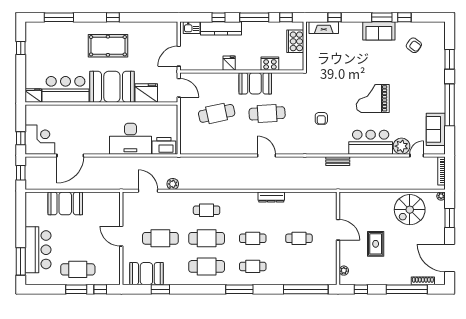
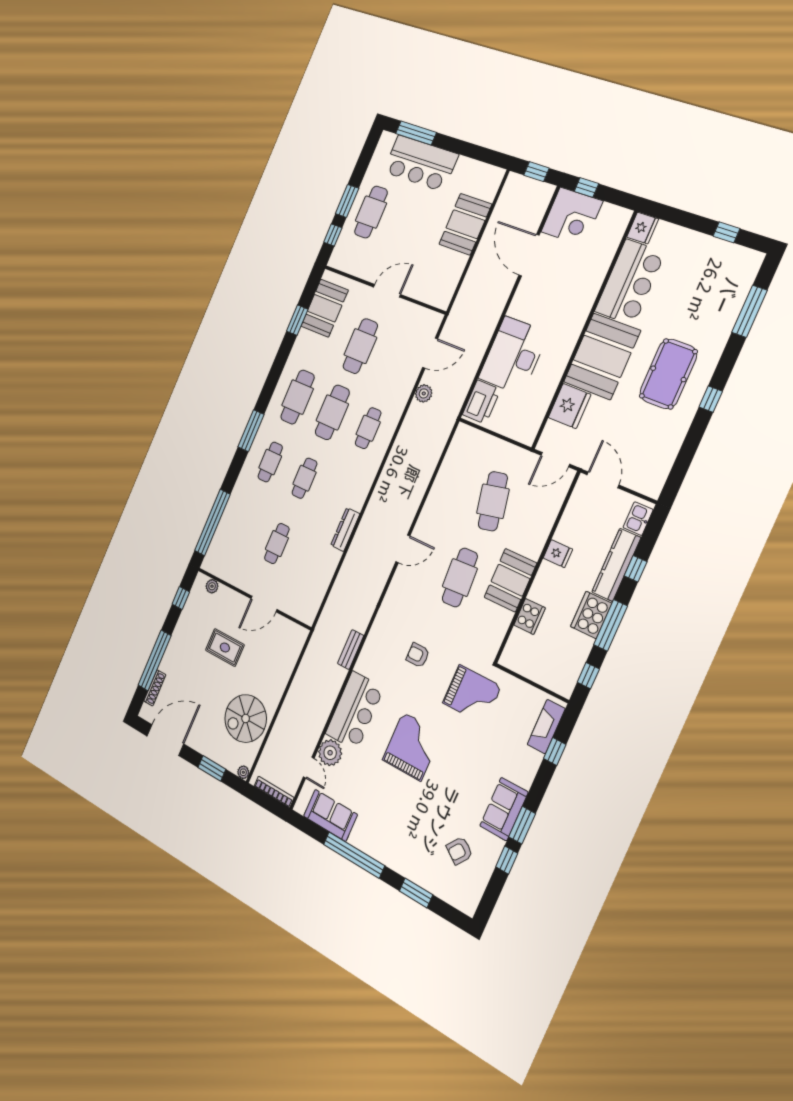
cooker: (295, 41) -> (591, 615), moved, turned -90
grand piano: (327, 77) -> (472, 695), added
spiral stairs: (410, 210) -> (246, 718), turned -90

